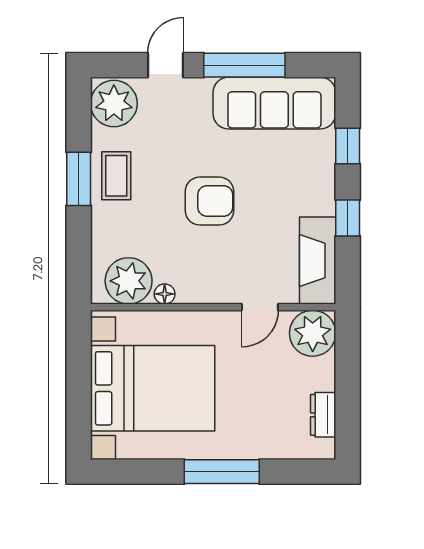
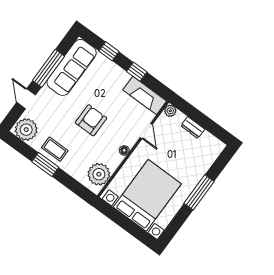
floor lamp: (165, 294) -> (124, 150), moved
plant: (313, 333) -> (170, 111), width x0.53, depth x0.53
dresser: (323, 415) -> (193, 128), moved

